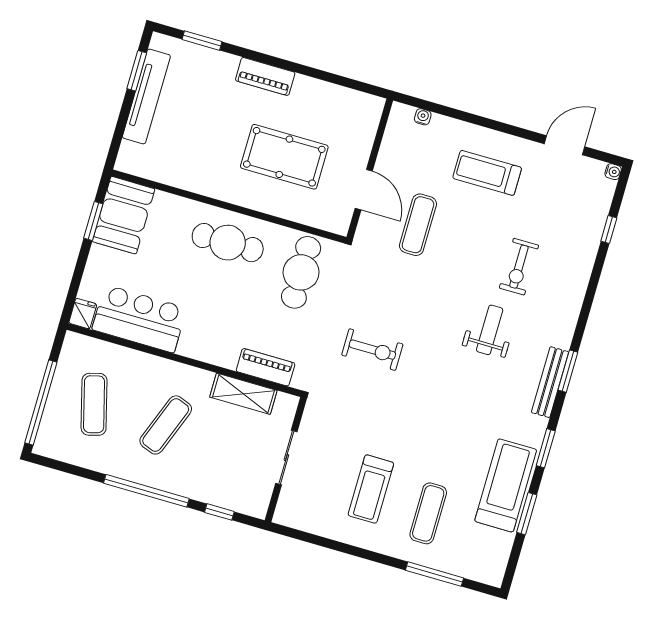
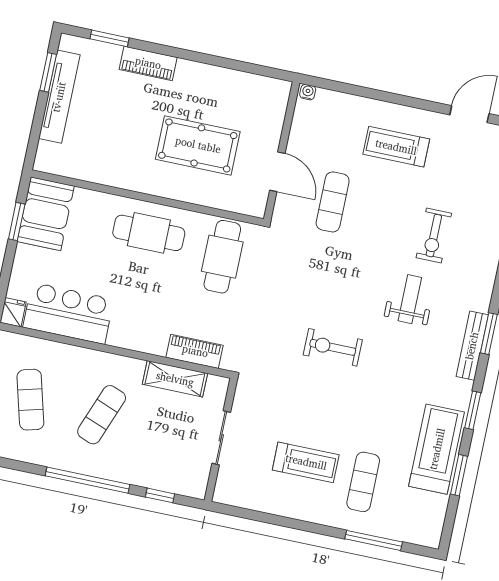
piano: (265, 76) -> (148, 63), moved
water cooler: (423, 117) -> (308, 92), moved
exercise bike: (372, 350) -> (333, 347), moved, turned 180
treadmill: (371, 489) -> (306, 462), turned -90

